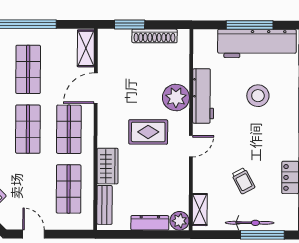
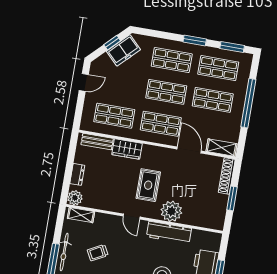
window: (130, 25) -> (232, 198), moved
shoe rack: (154, 36) -> (227, 176), moved
dresser: (150, 223) -> (77, 174), width x0.70

